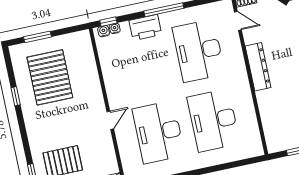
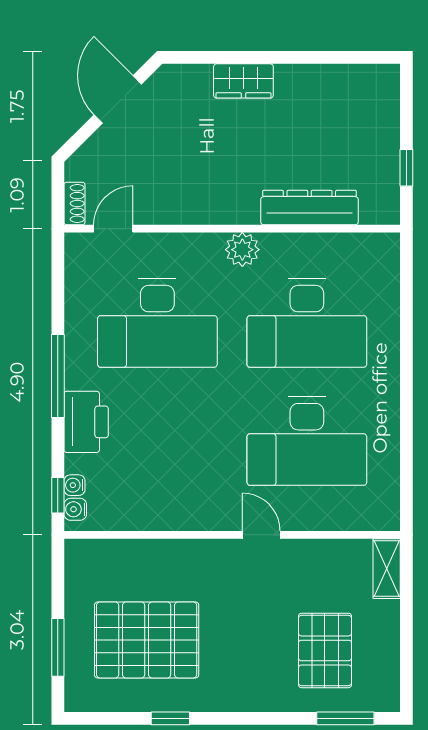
dresser: (258, 67) -> (309, 208), moved
plant: (241, 83) -> (242, 250), added

